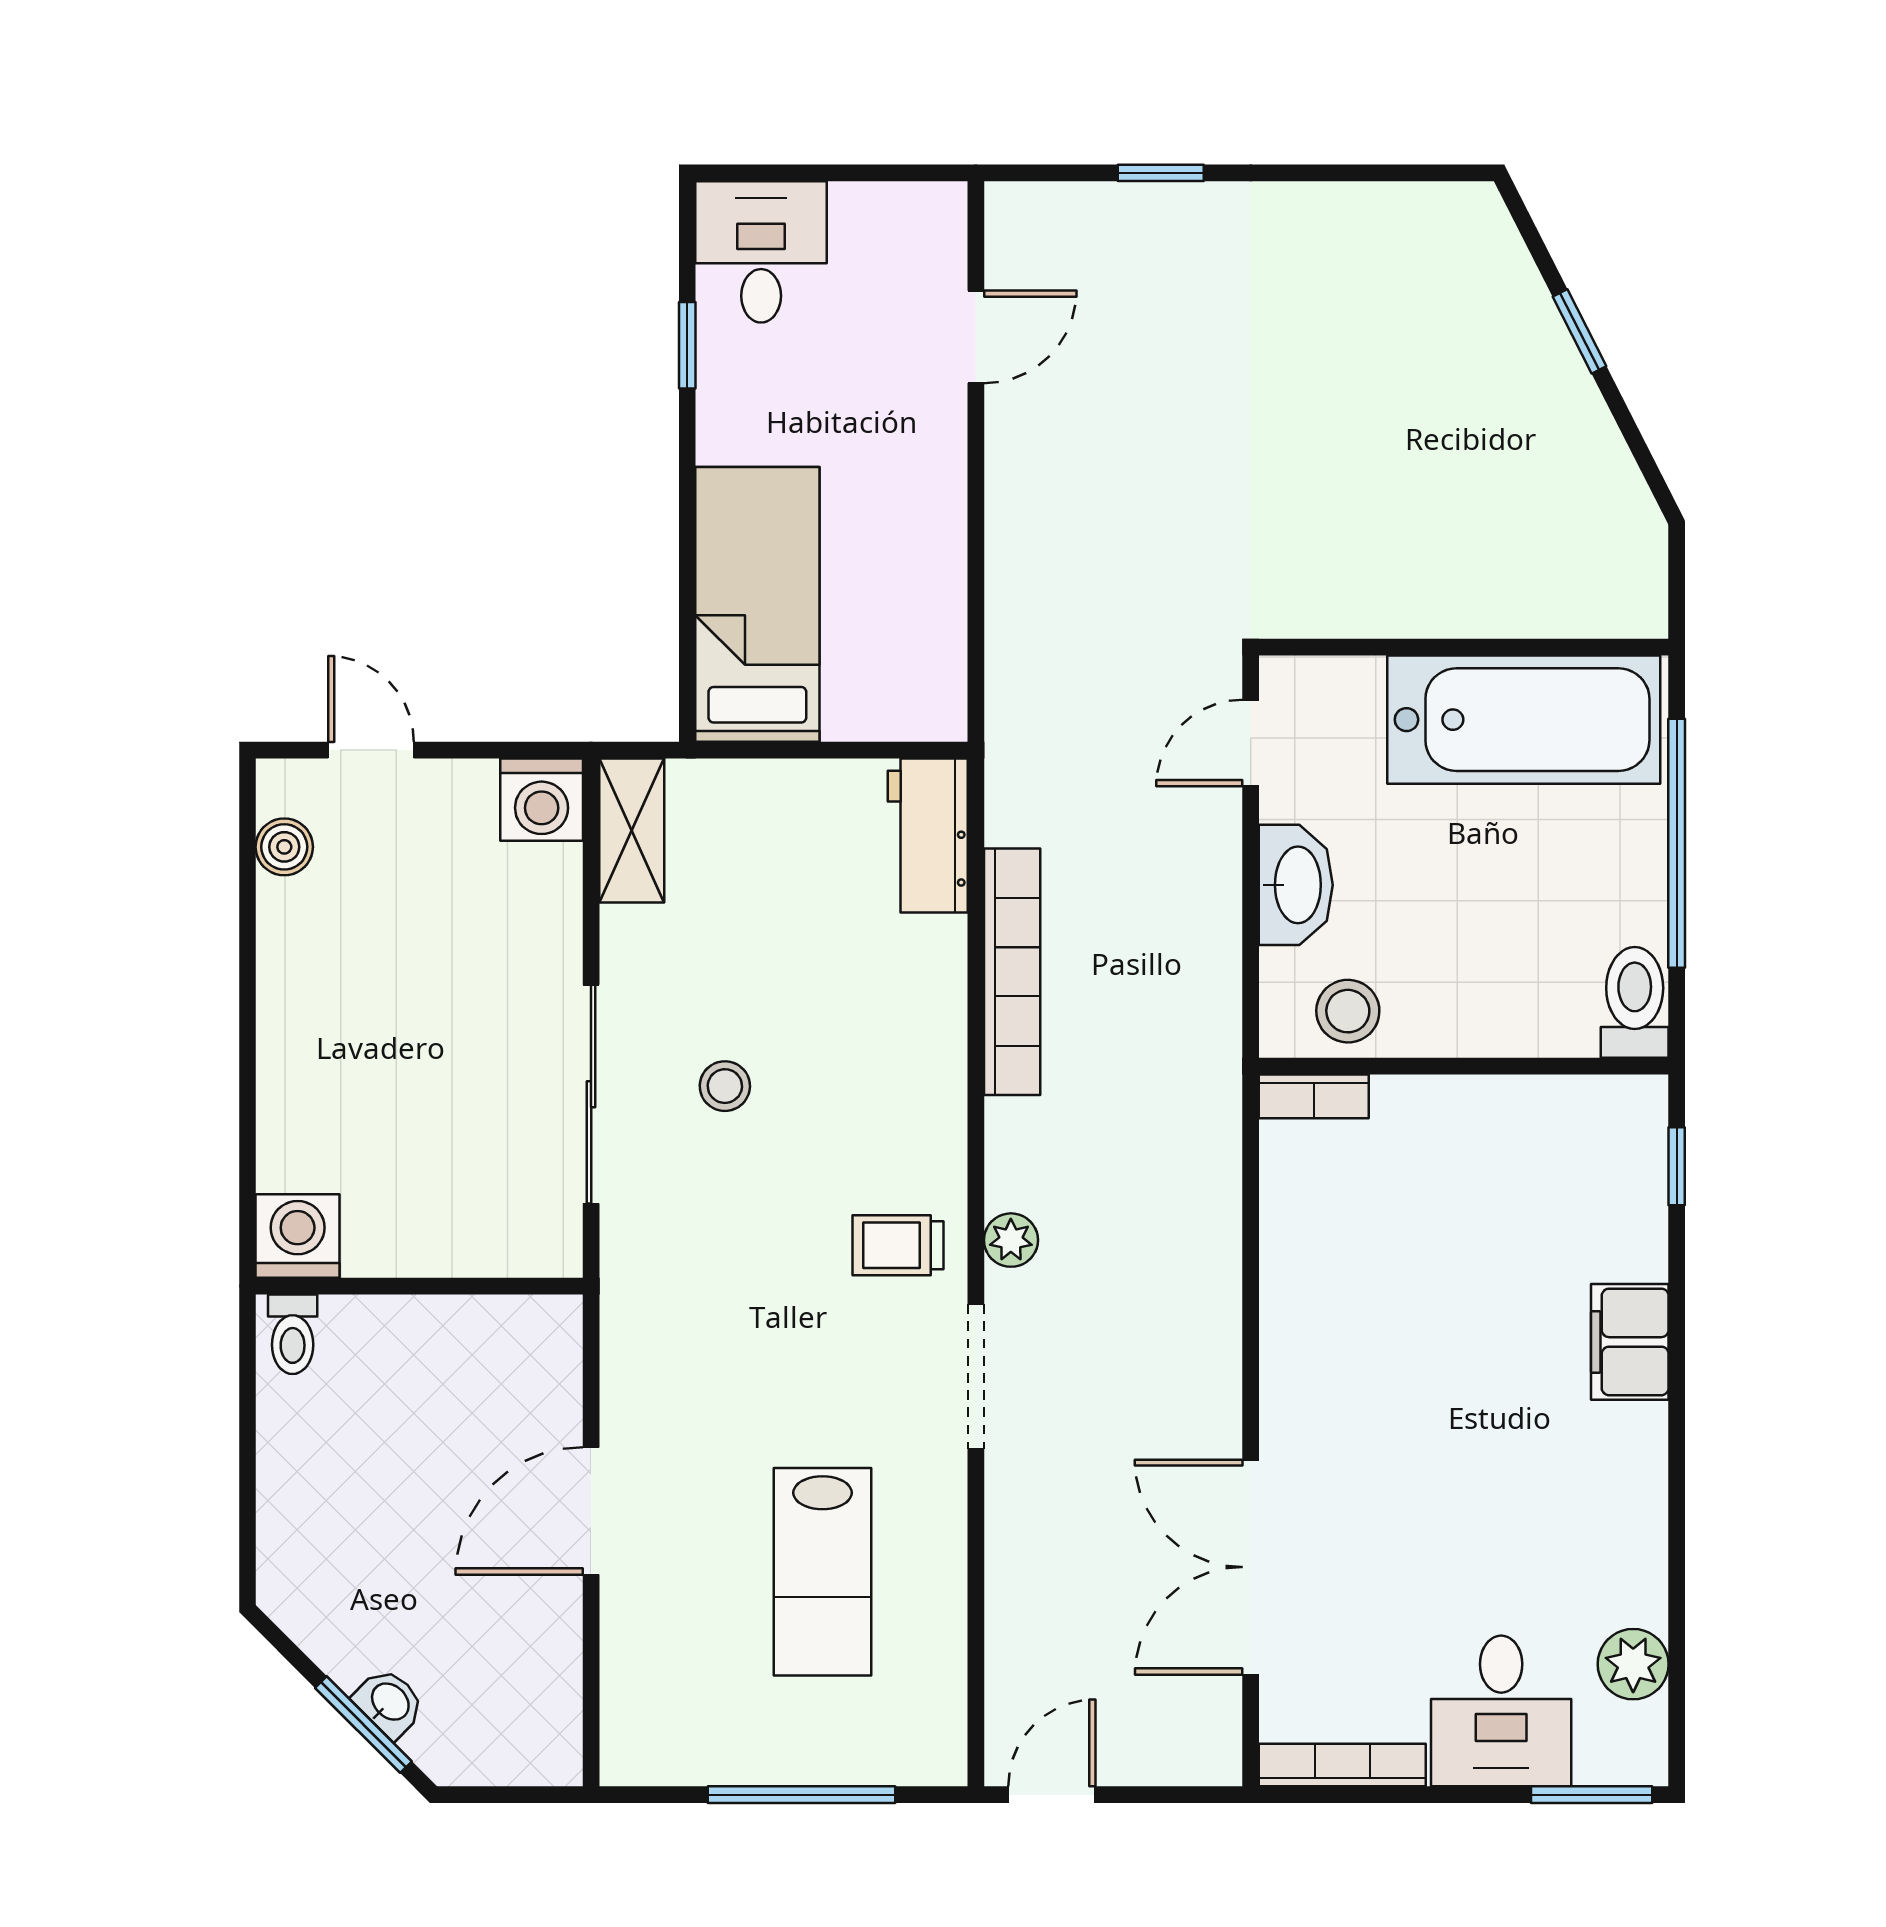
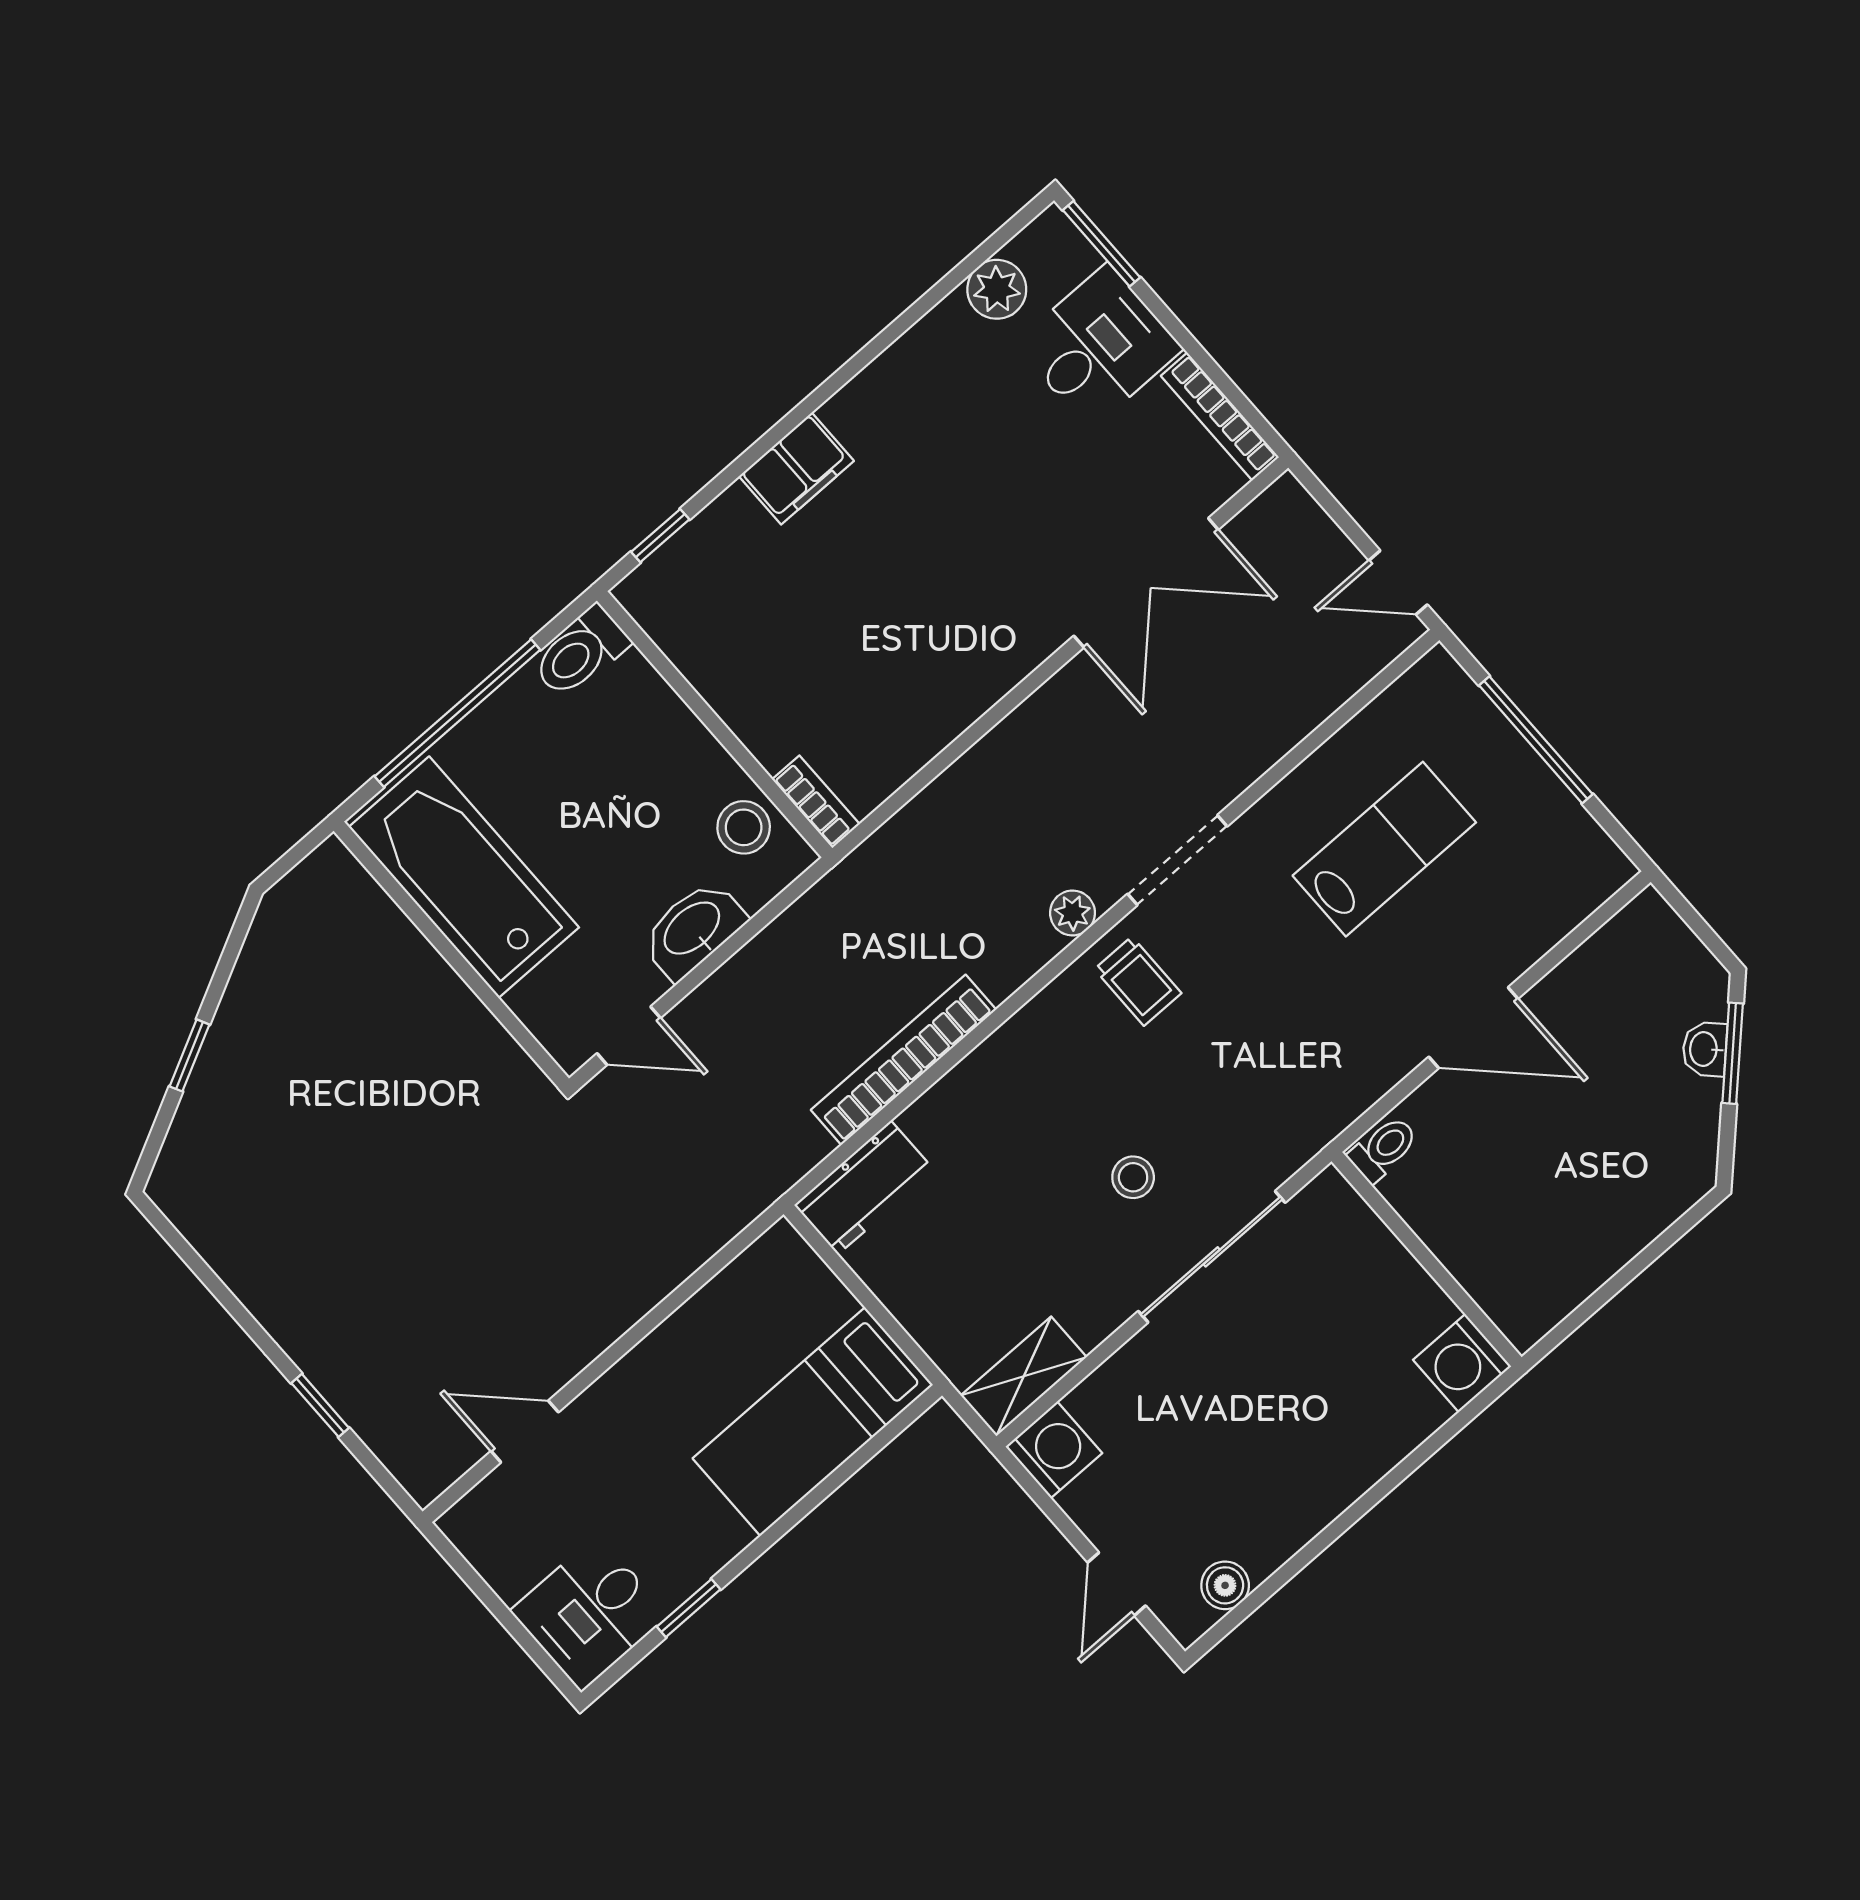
toilet: (293, 1334) -> (1383, 1149), moved

